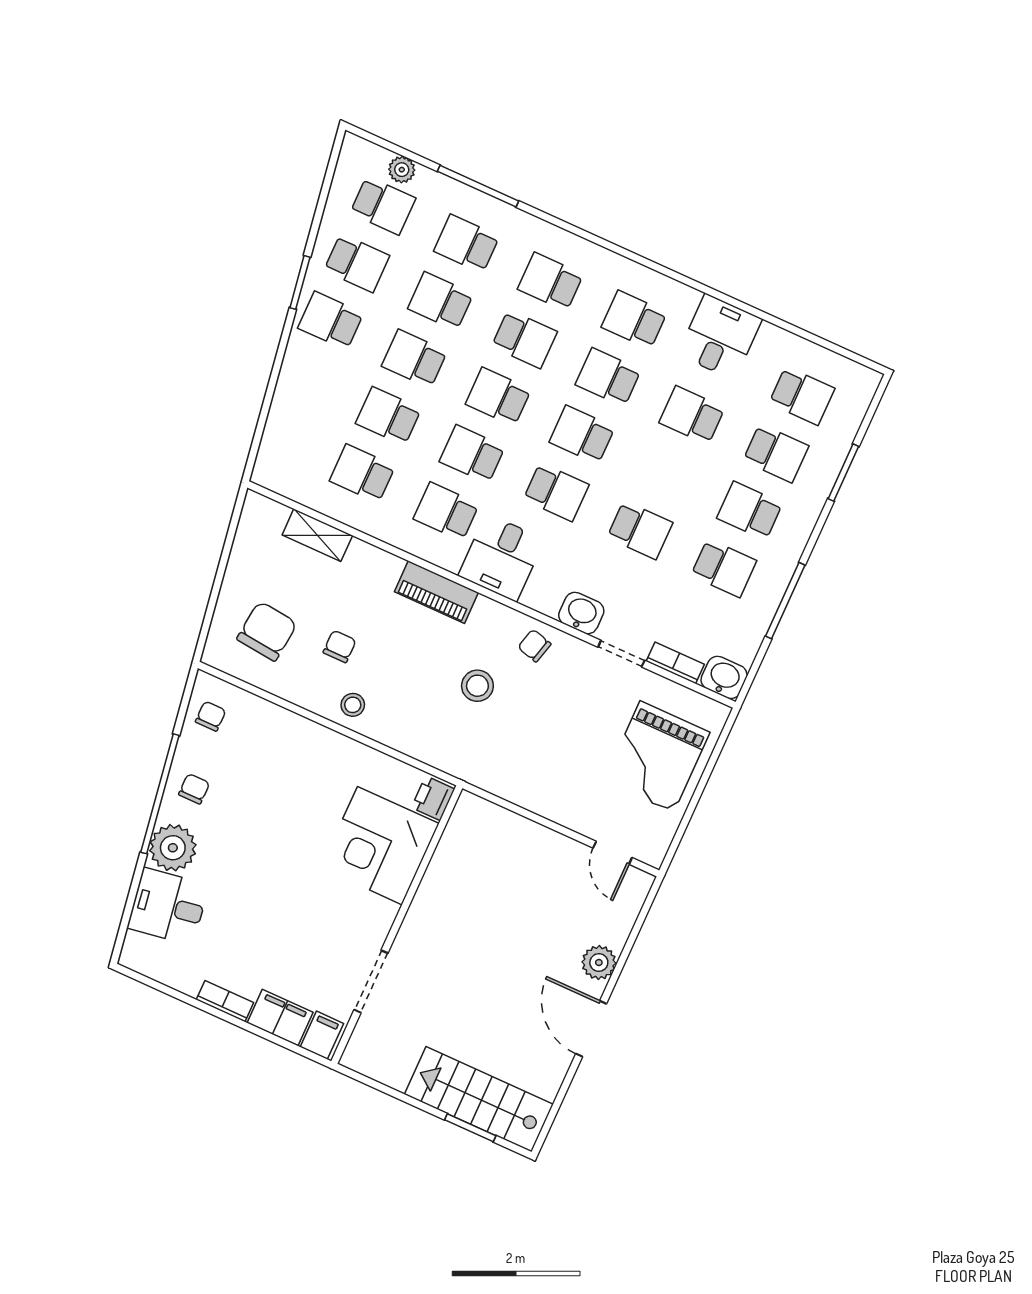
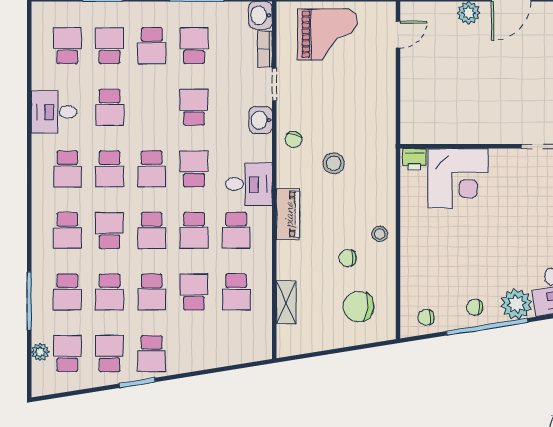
school desk: (388, 416) -> (194, 292), turned 180

